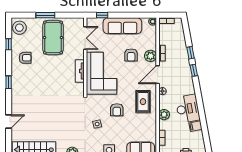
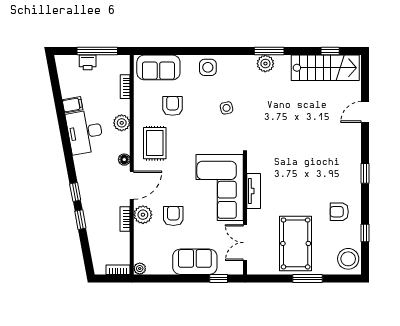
sofa: (122, 26) -> (195, 262), width x0.73
armchair: (117, 110) -> (173, 106), moved

